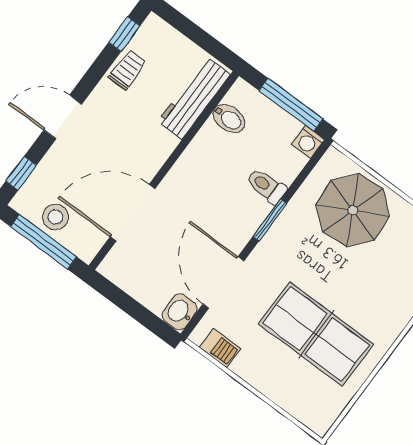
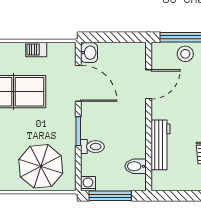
workbench: (194, 98) -> (160, 145), moved
door: (133, 213) -> (149, 84), width x0.73
barbecue: (220, 348) -> (36, 50), moved

